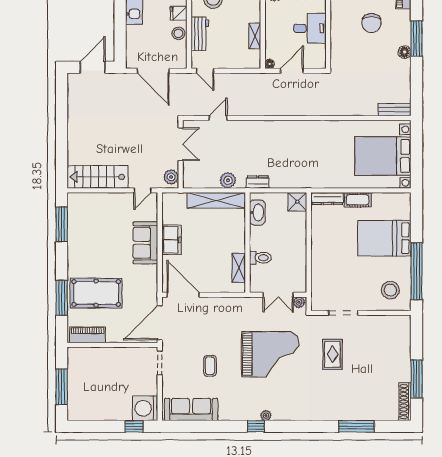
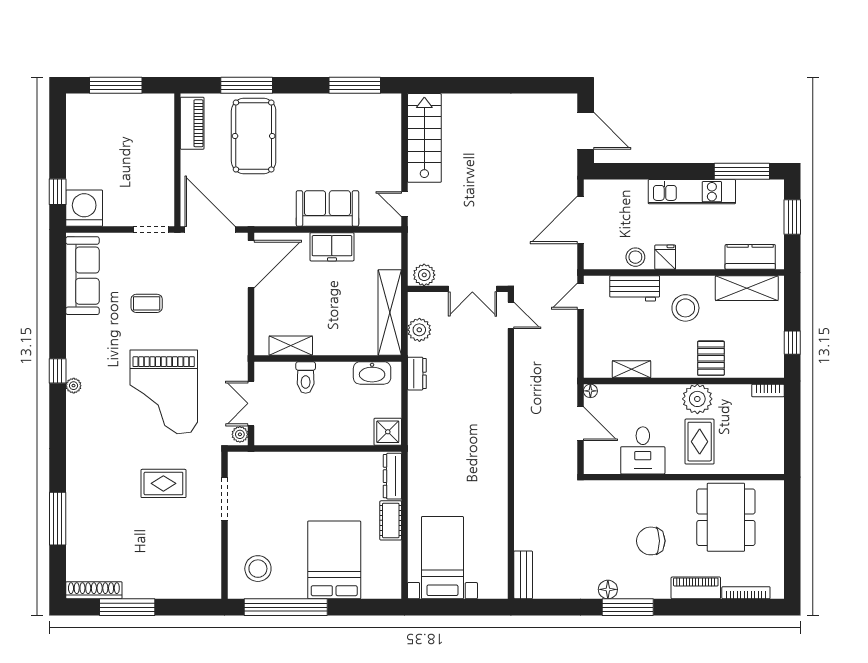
double door: (181, 144) -> (472, 289), moved
wall: (181, 154) -> (458, 289), moved
bed with nightstands: (383, 156) -> (442, 558), width x0.73
plant: (171, 177) -> (424, 275), moved

